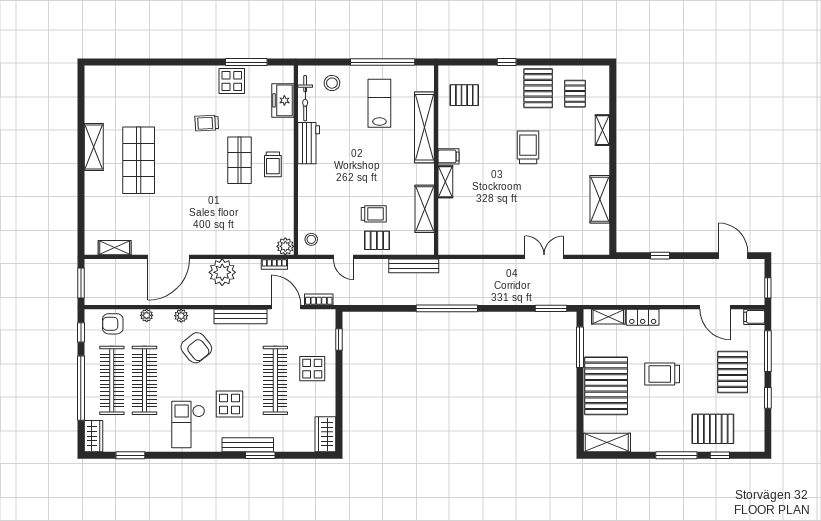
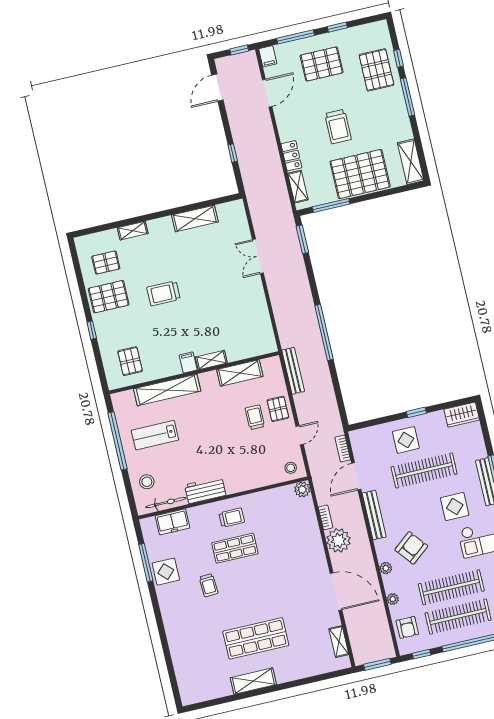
bookcase: (274, 264) -> (326, 517), moved
window: (339, 340) -> (416, 412), moved

